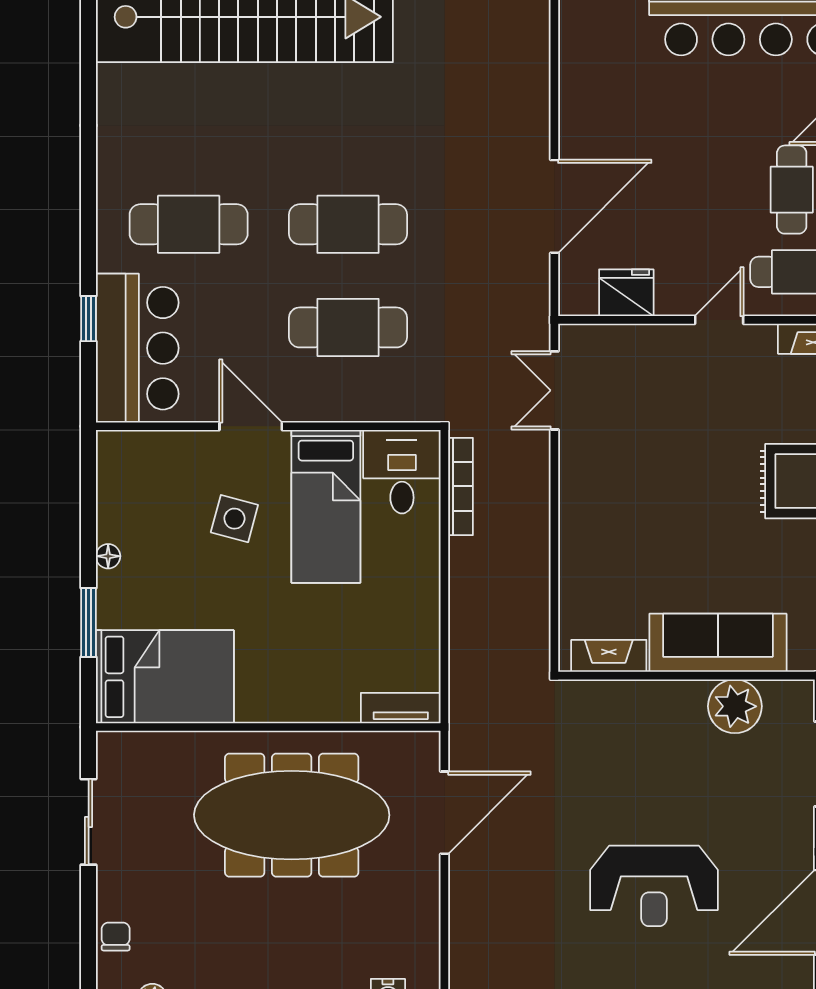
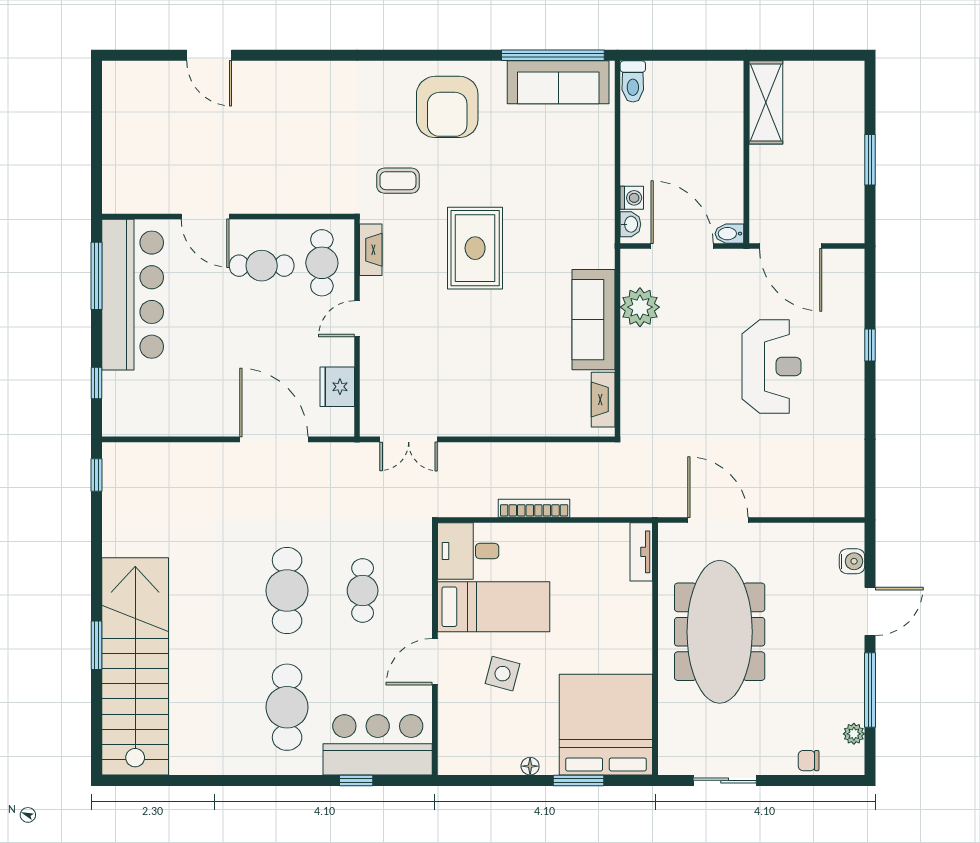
door: (719, 320) -> (357, 319), hinge flipped
cafe table: (348, 327) -> (363, 591), width x0.73, depth x0.74
bookcase: (460, 486) -> (534, 508), moved
bed: (165, 677) -> (606, 725), width x1.36

